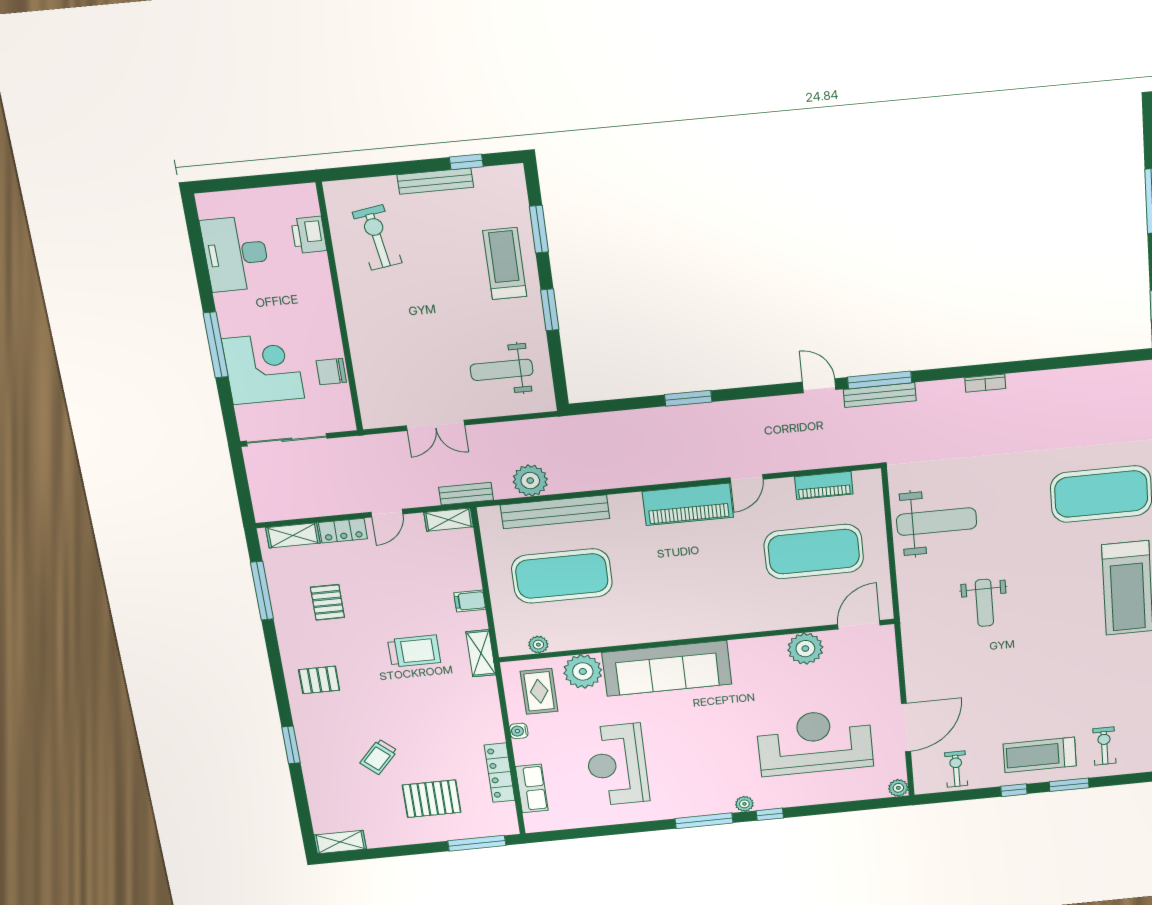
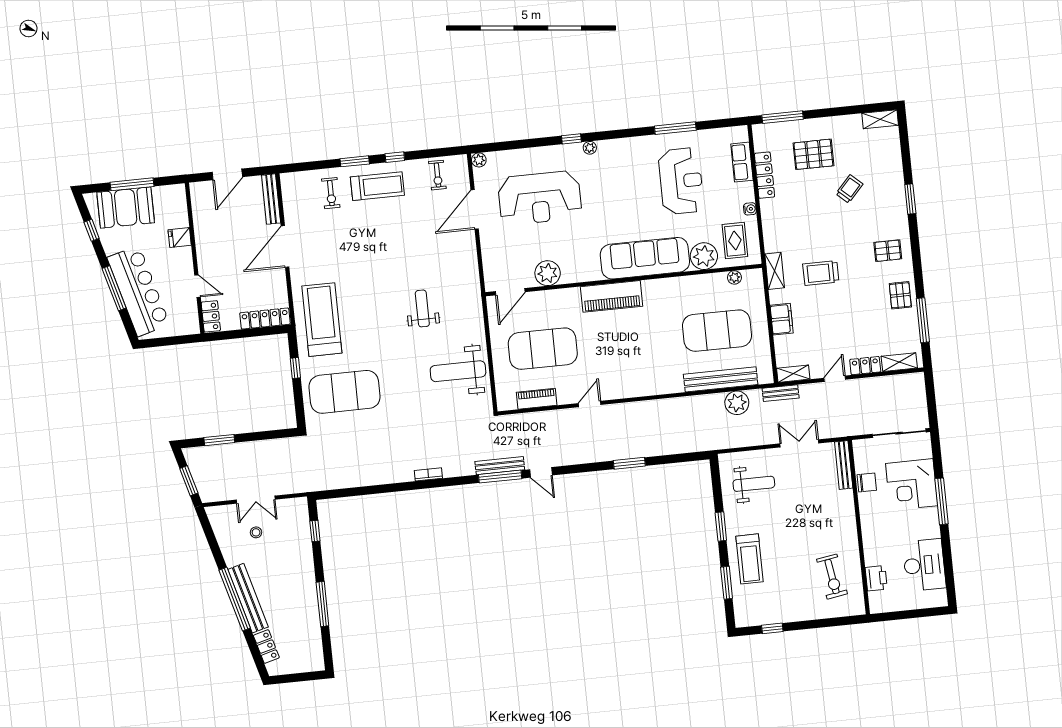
bench: (435, 181) -> (844, 465), moved, turned 90
piano: (688, 504) -> (612, 296), moved, turned 180
filing cabinet: (470, 601) -> (782, 319), width x2.00
pallet: (327, 602) -> (900, 295), moved
window: (704, 821) -> (675, 128), moved

